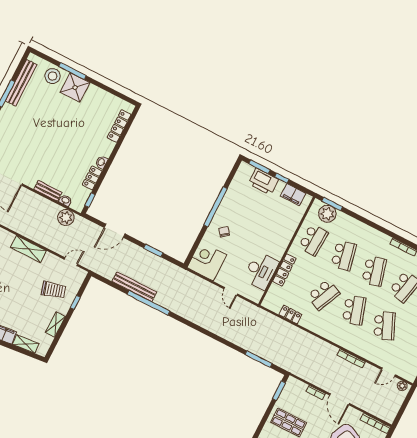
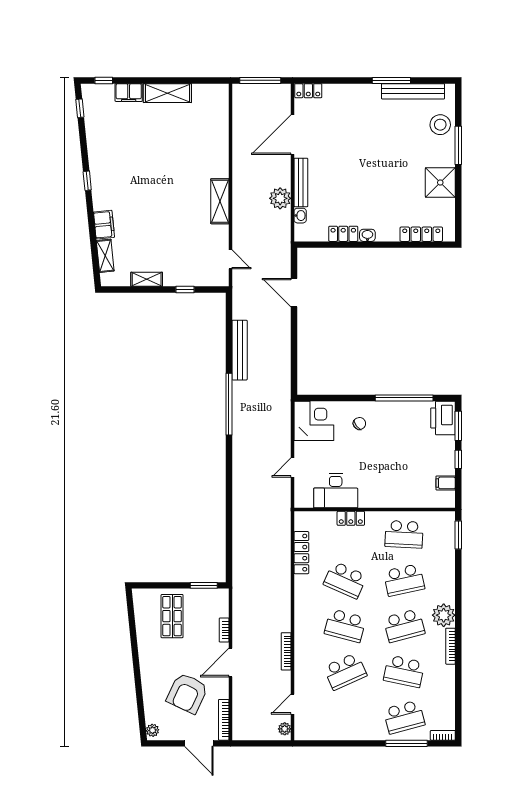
shower: (75, 87) -> (440, 182), moved
printer: (263, 182) -> (443, 418), moved
bench: (48, 191) -> (301, 182), width x1.36
filing cabinet: (293, 195) -> (446, 483), width x0.50
window: (90, 200) -> (316, 245), removed
window: (216, 207) -> (404, 398), moved
plant: (327, 214) -> (444, 615), moved
plant: (66, 218) -> (280, 198), moved
window: (153, 251) -> (294, 351), removed
locker: (284, 270) -> (351, 518), width x0.66
trolley: (54, 290) -> (187, 256), removed
window: (149, 303) -> (229, 404), moved
school desk: (354, 310) -> (345, 626), turned 33
locker: (290, 315) -> (301, 553), width x1.53
window: (259, 359) -> (229, 542), removed
door: (388, 372) -> (293, 704), hinge flipped

